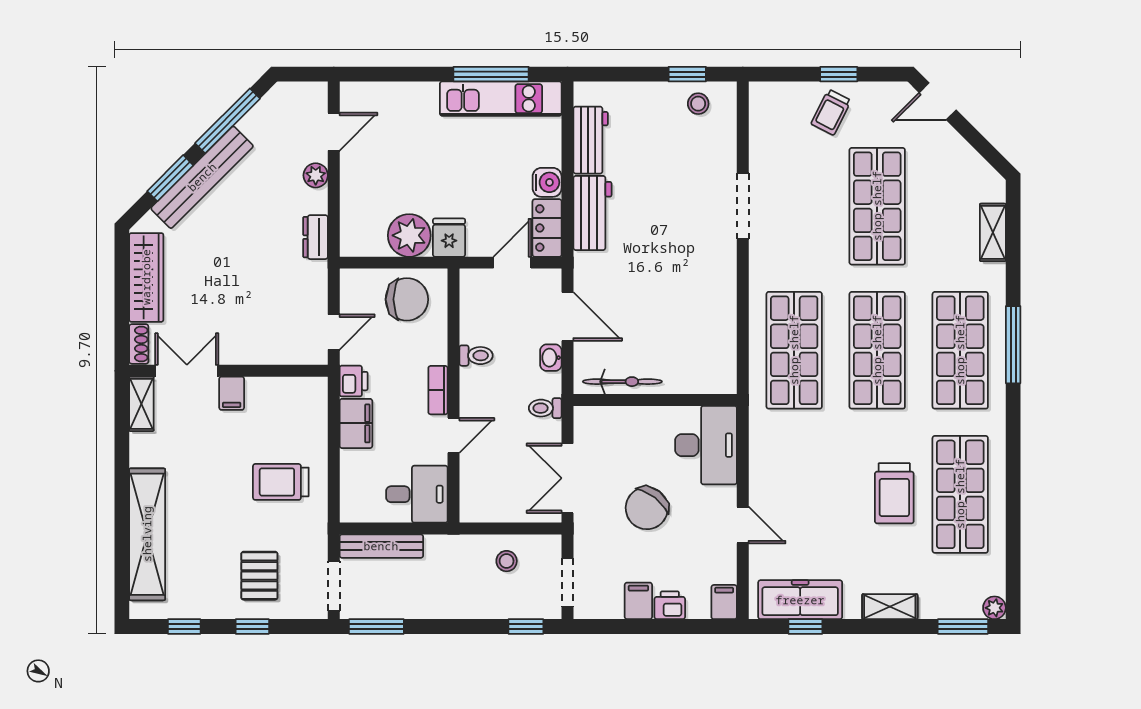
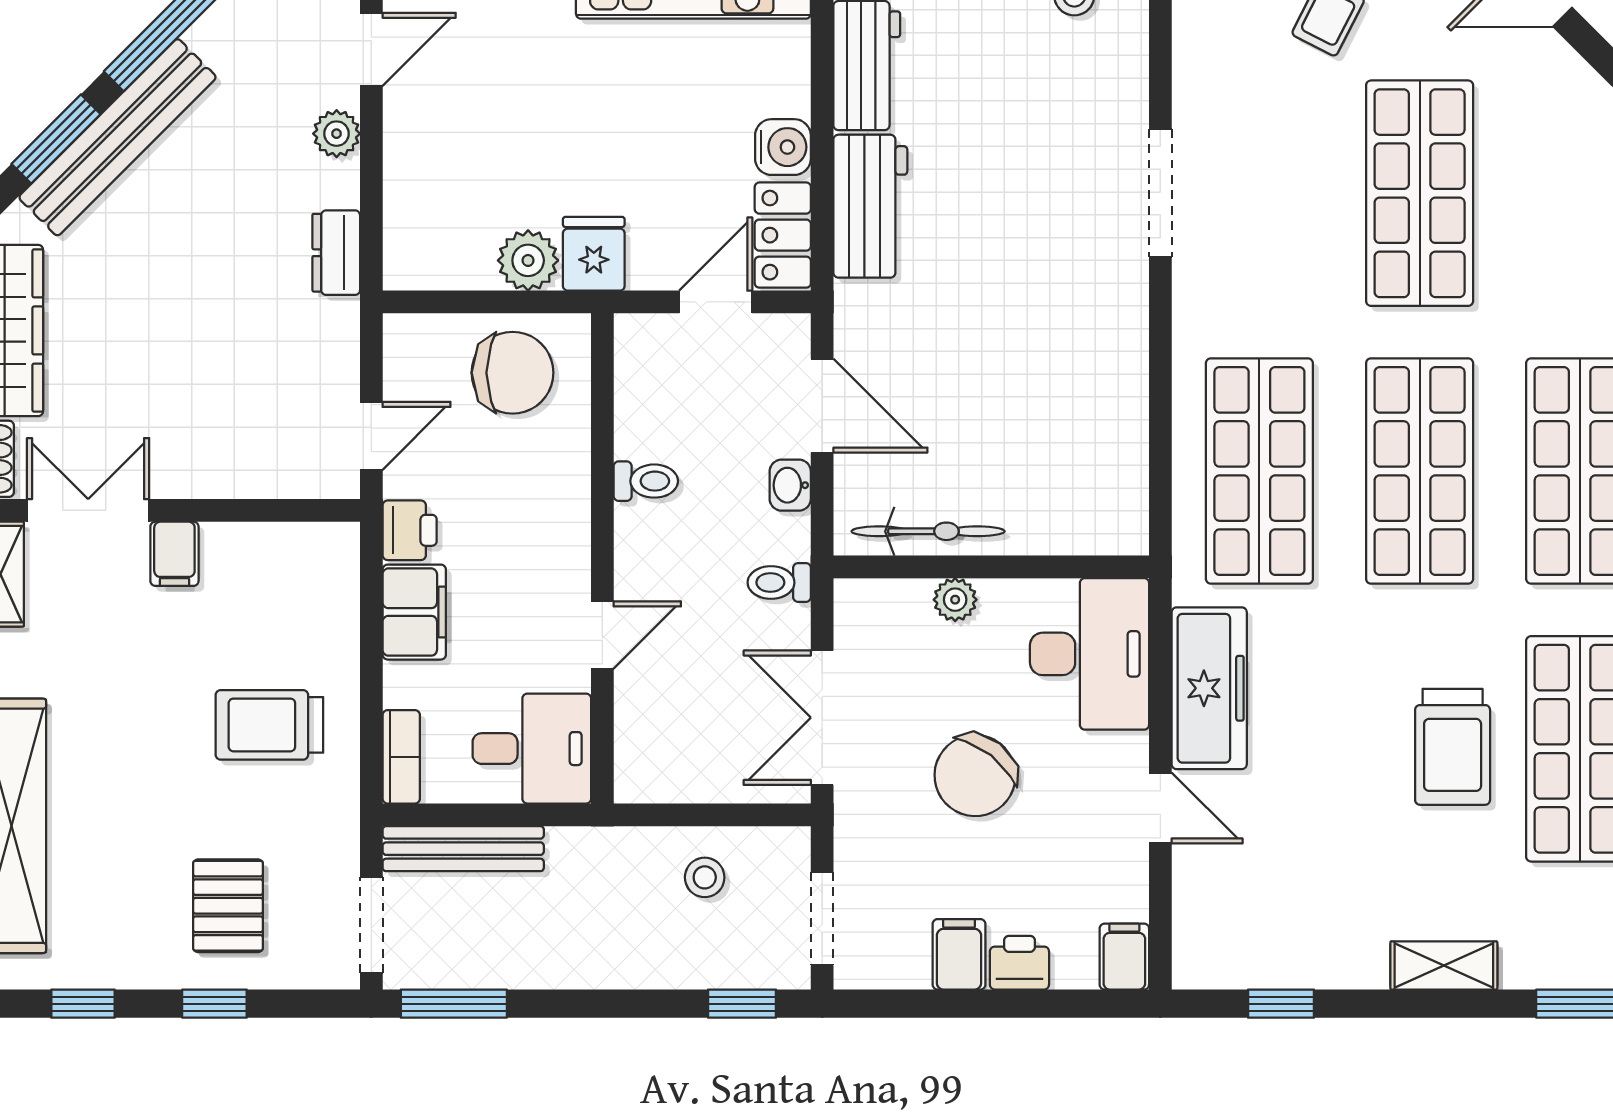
plant: (409, 235) -> (528, 260), width x0.73, depth x0.73
bookcase: (438, 390) -> (401, 757), moved, turned 180
plant: (636, 417) -> (955, 600), added
freezer: (800, 600) -> (1209, 688), moved, turned 90

